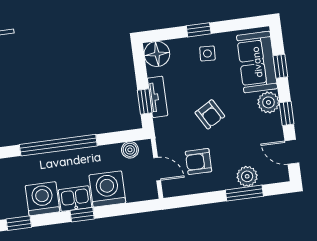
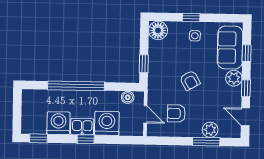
tv unit: (158, 97) -> (154, 62), removed

